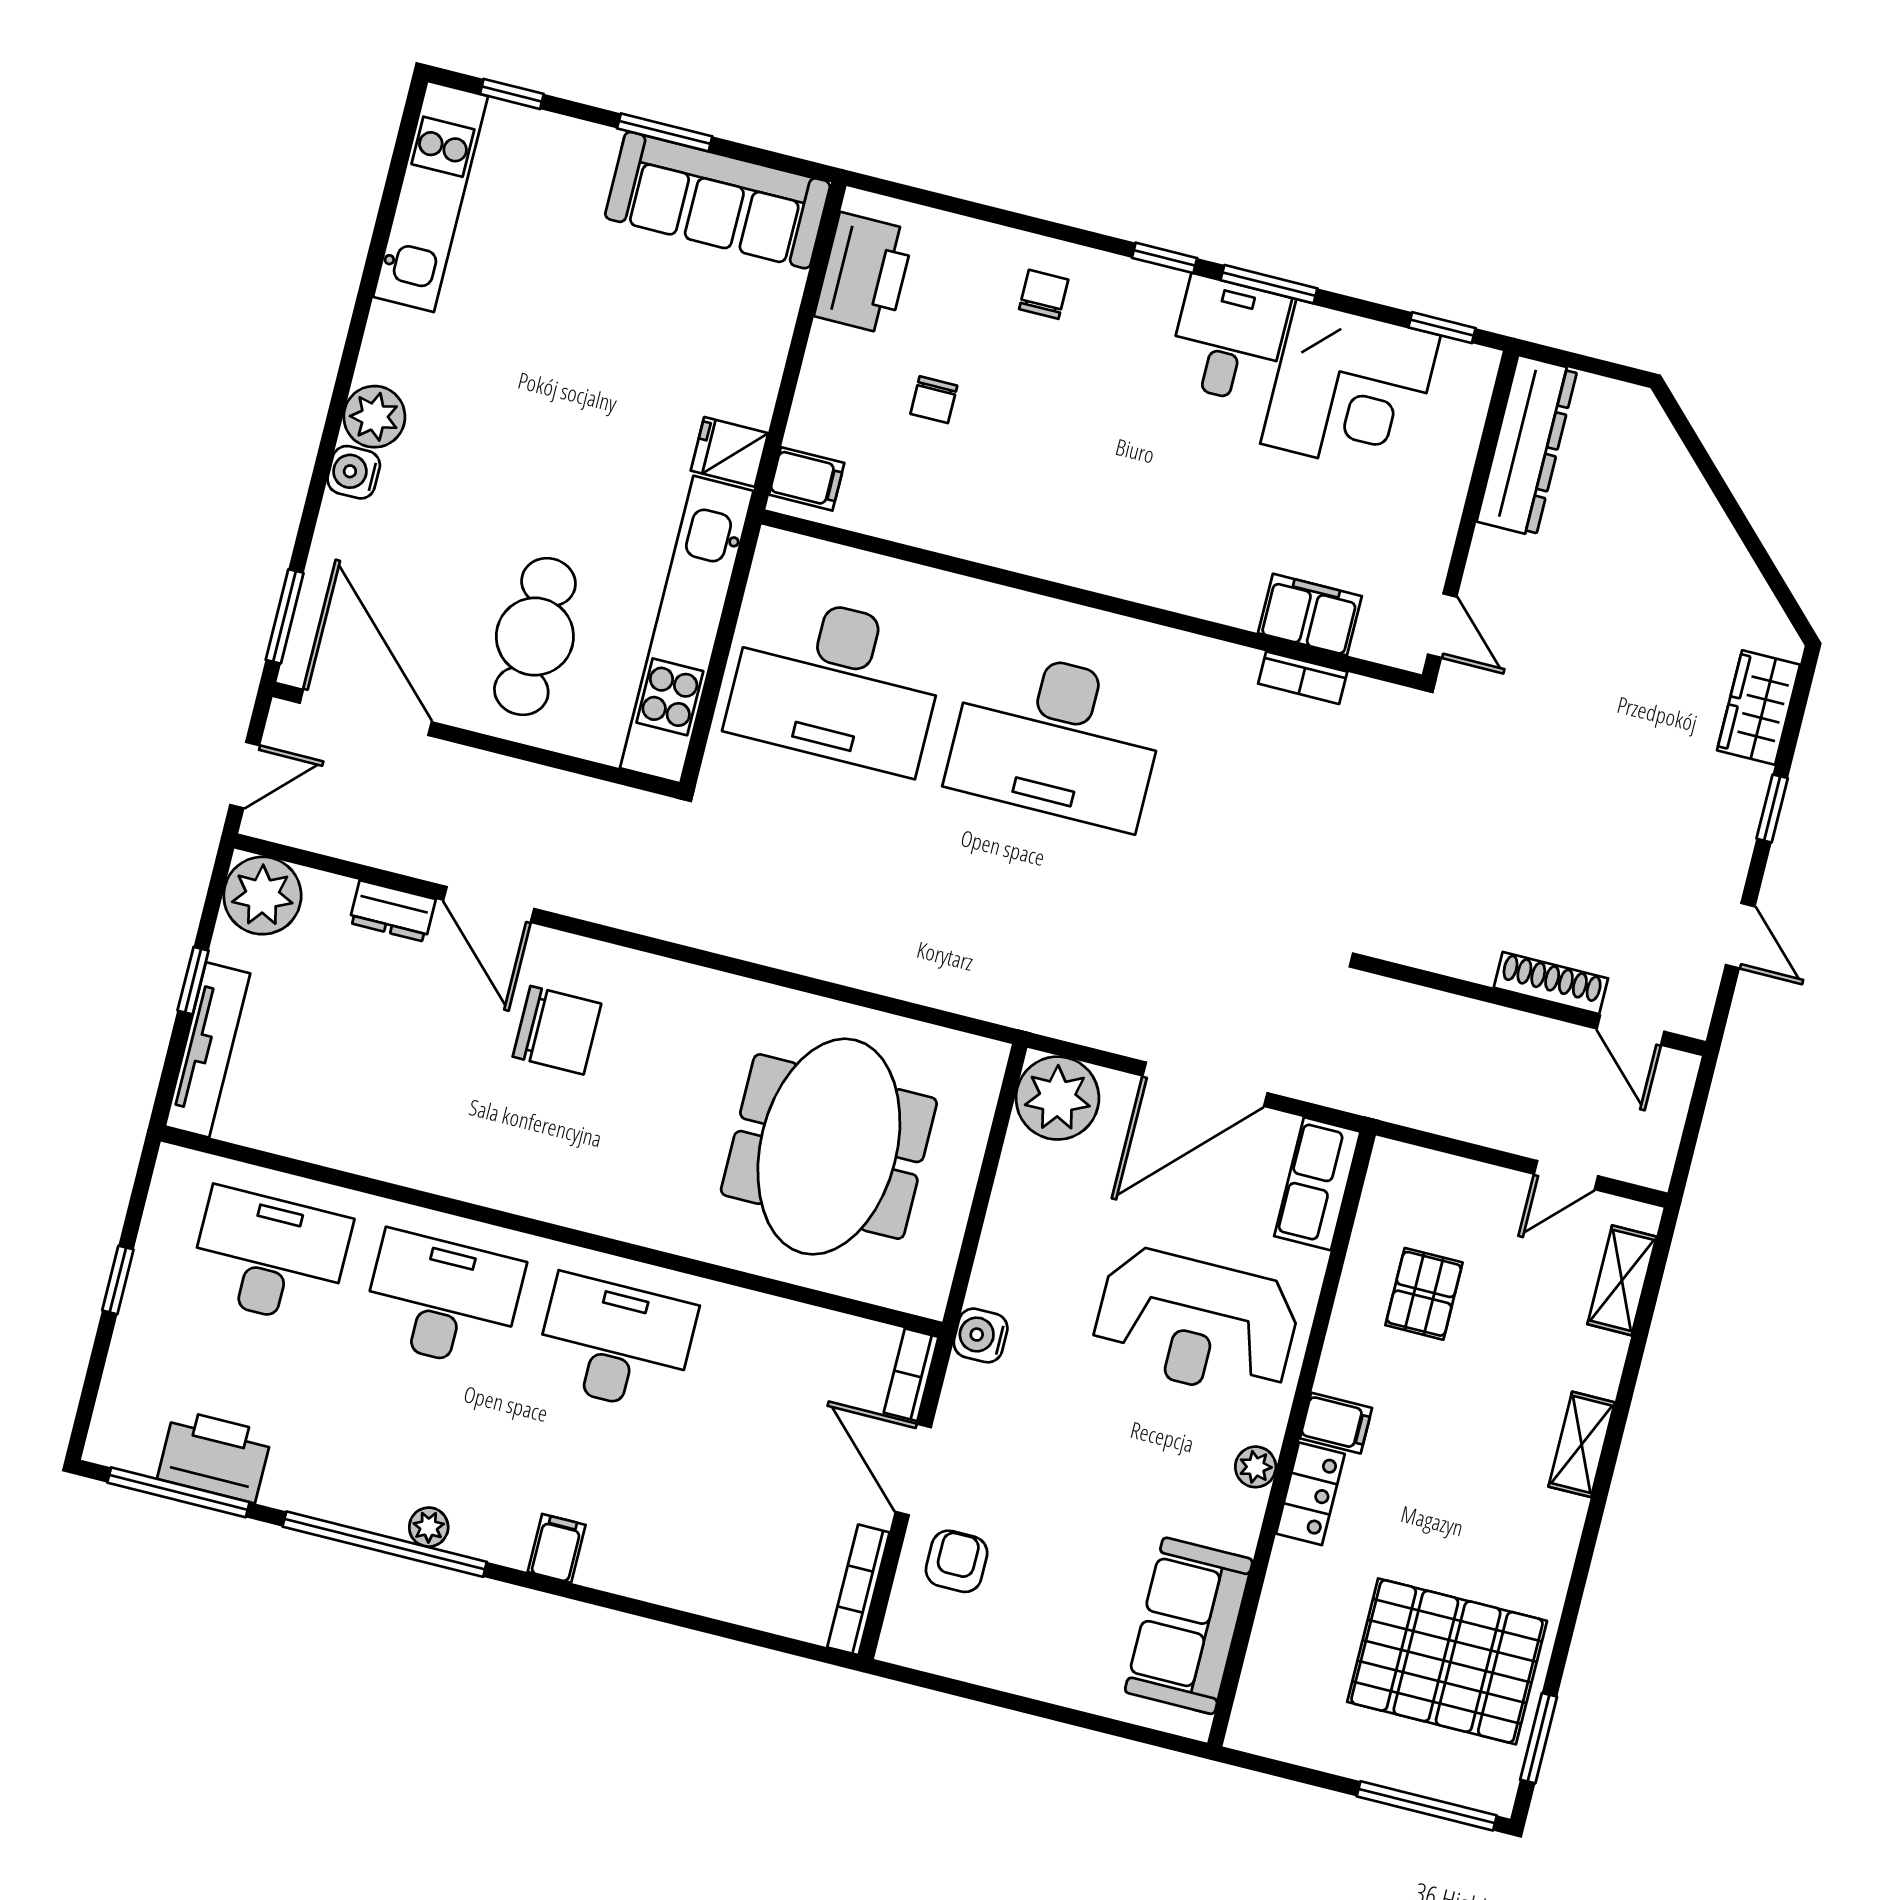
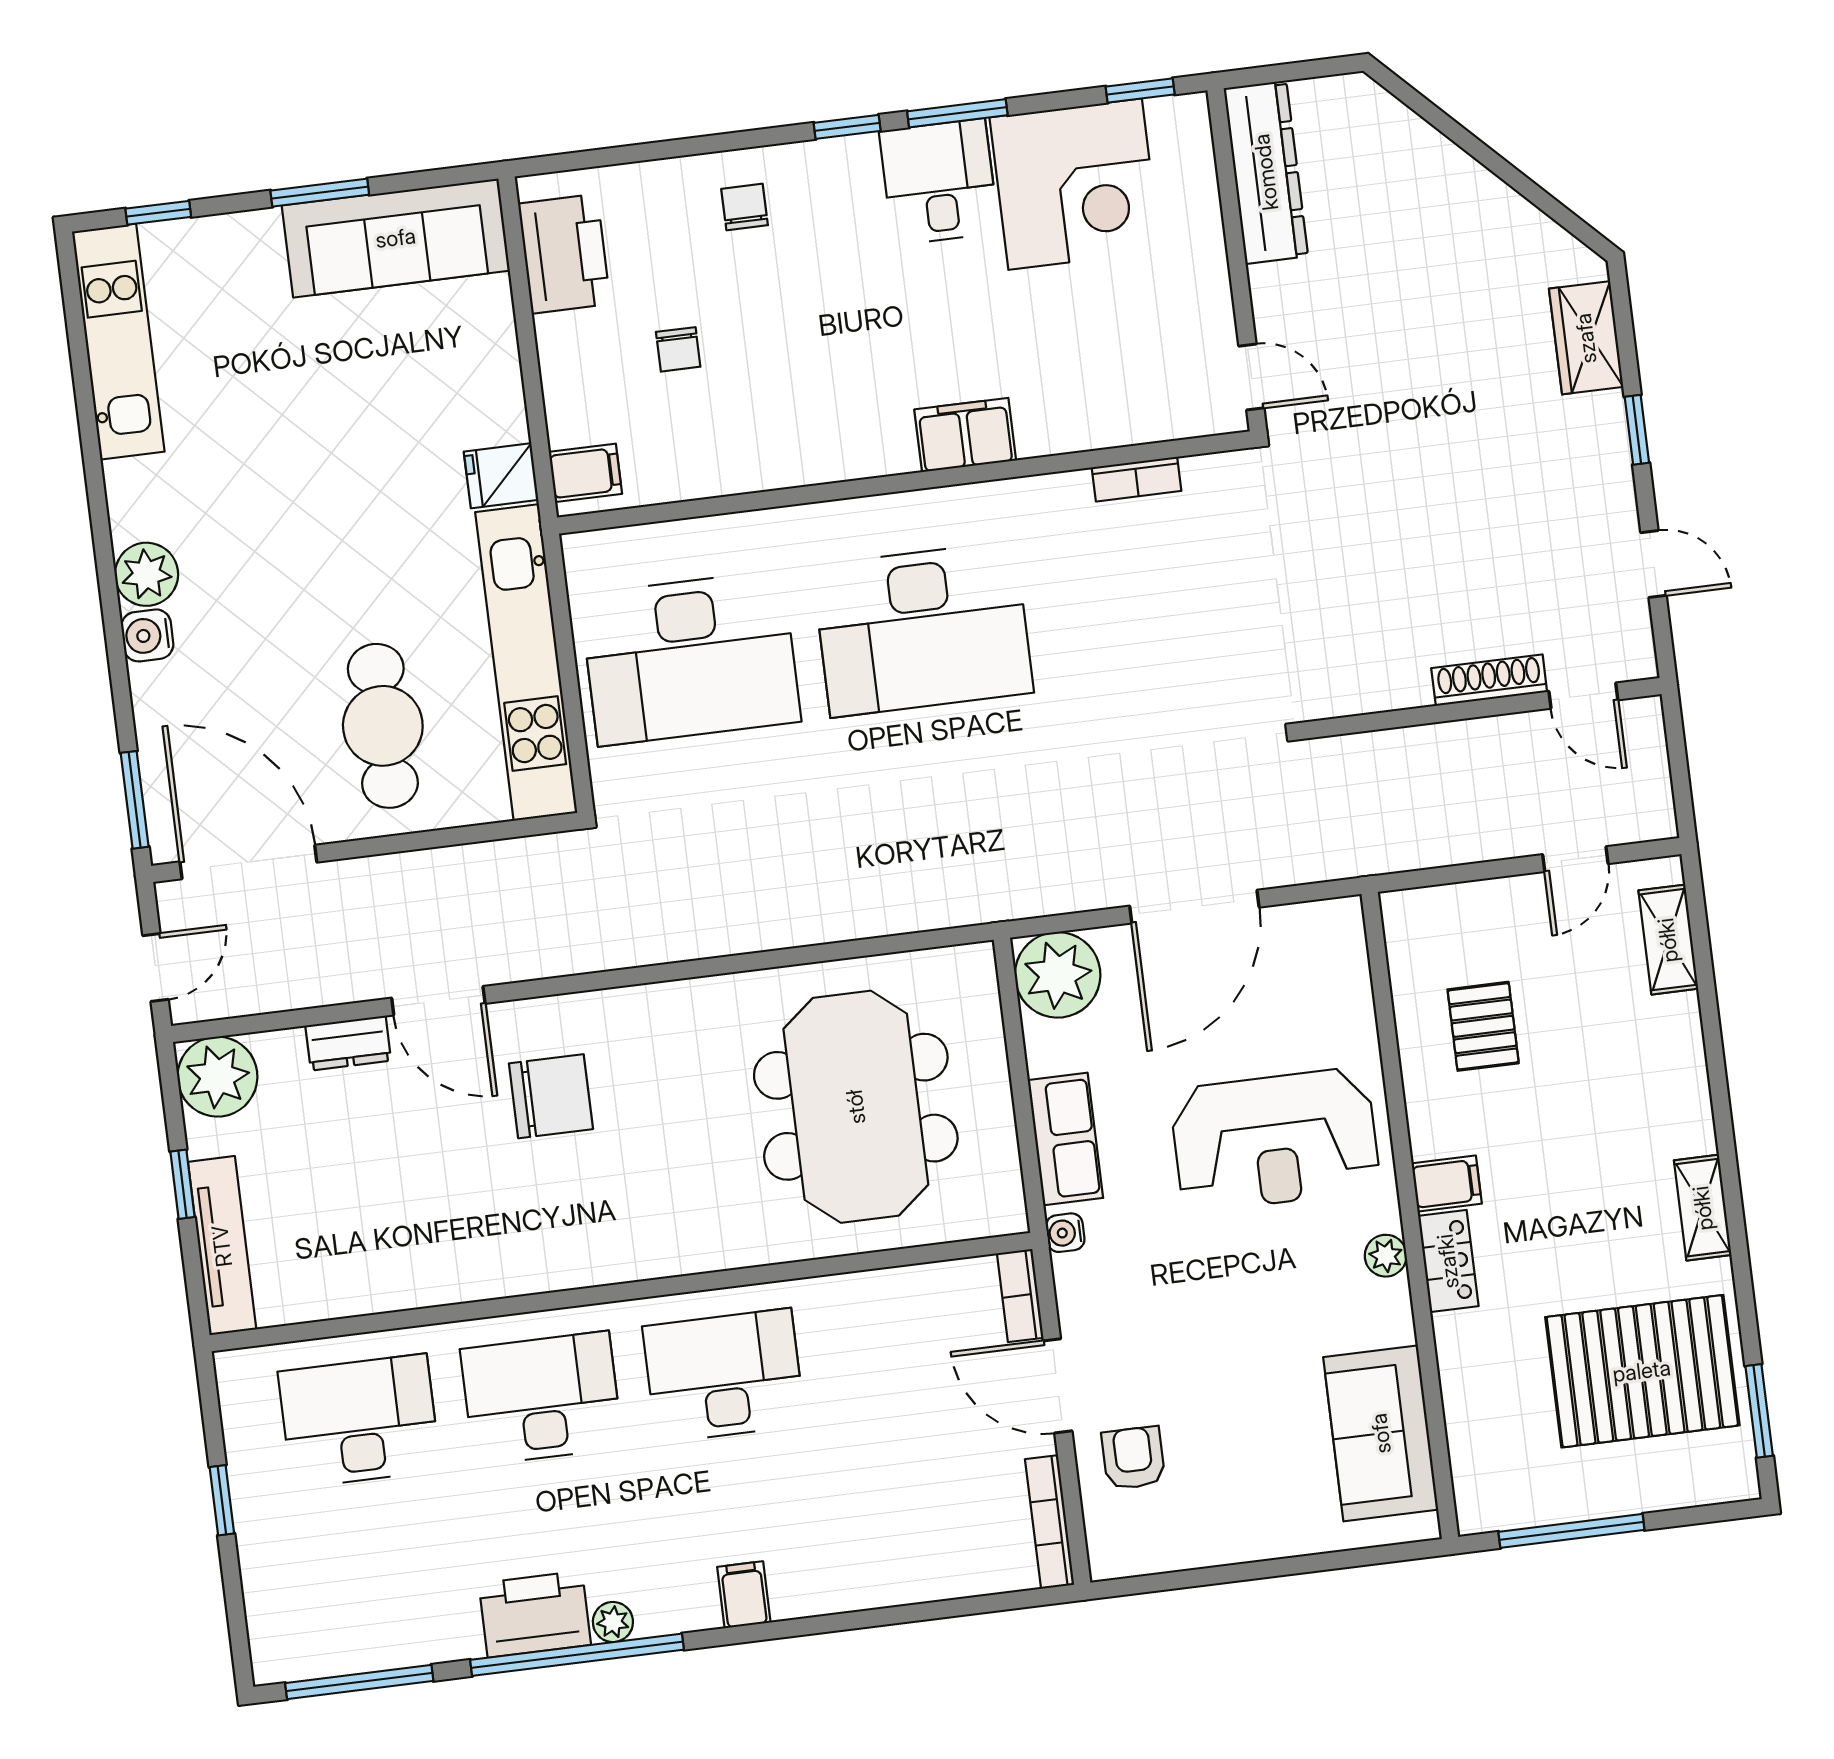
filing cabinet: (1310, 615) -> (965, 435), moved
row of seats: (1317, 1184) -> (1065, 1139), moved, turned 180
water cooler: (981, 1335) -> (1065, 1233), width x0.72, depth x0.72
shelving: (1582, 1444) -> (1703, 1208), moved
printer: (215, 1456) -> (535, 1614), moved
window: (1427, 1806) -> (1571, 1531), moved

